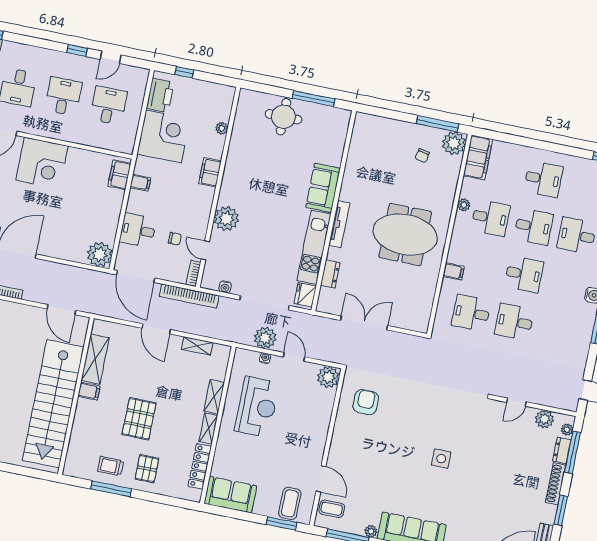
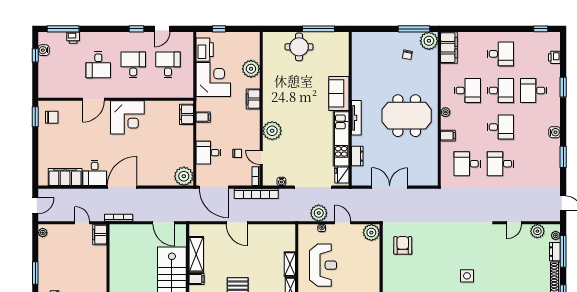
plant: (222, 128) -> (251, 69), width x1.87, depth x1.87
plant: (464, 205) -> (446, 112), moved
shelving: (197, 346) -> (270, 229), removed

